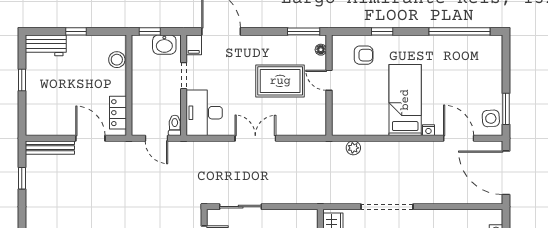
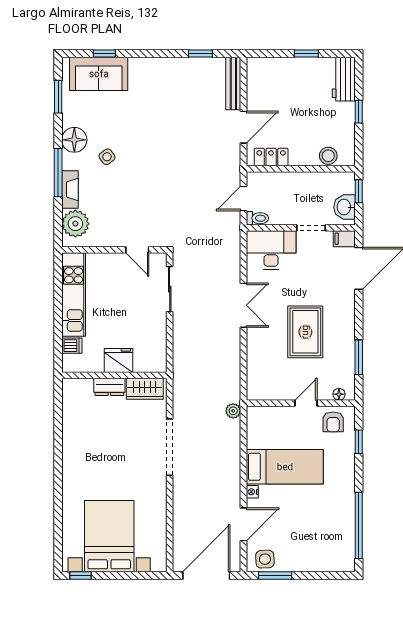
floor lamp: (321, 50) -> (339, 394), moved
door: (329, 80) -> (306, 403), moved
wall: (329, 85) -> (301, 403), moved

